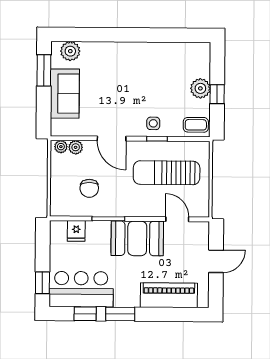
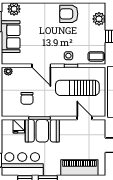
armchair: (154, 59) -> (69, 14), added
plant: (200, 88) -> (99, 19), moved
plant: (76, 147) -> (18, 72), removed
booth: (137, 238) -> (42, 131), moved

